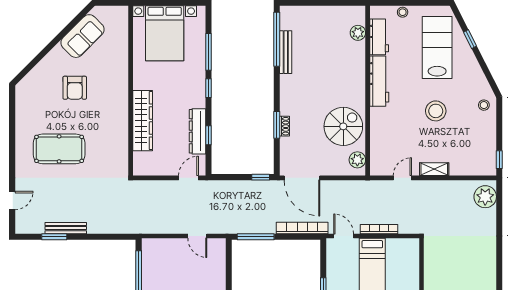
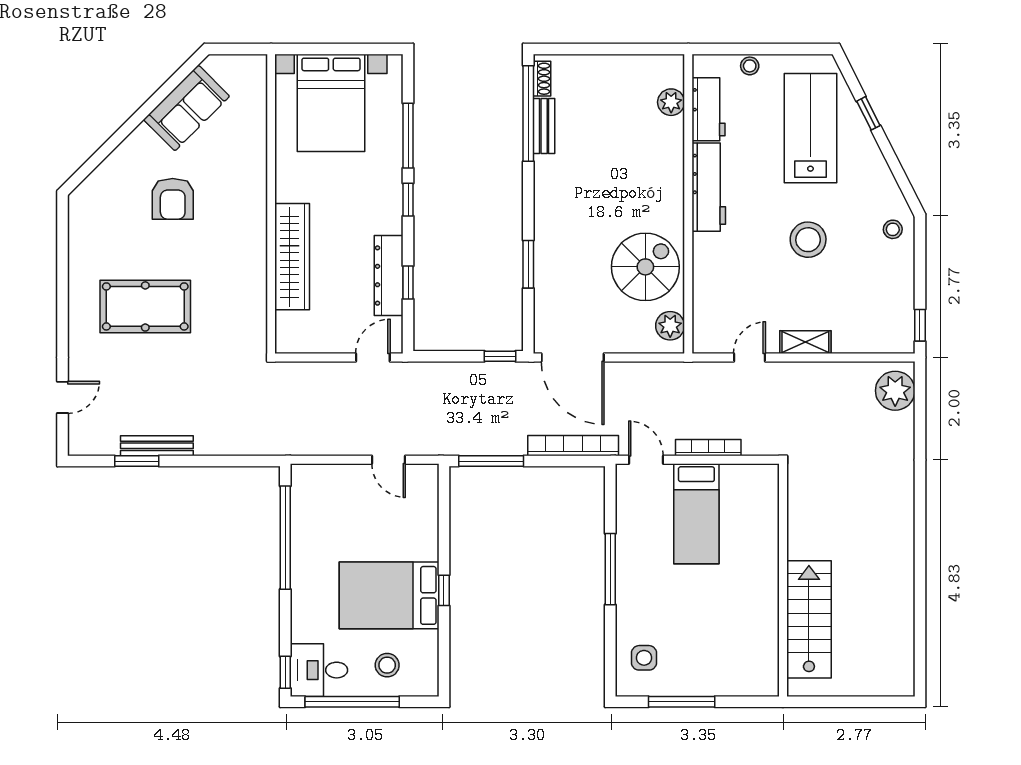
bench: (286, 52) -> (544, 126), width x0.73
shoe rack: (285, 126) -> (542, 79), moved

